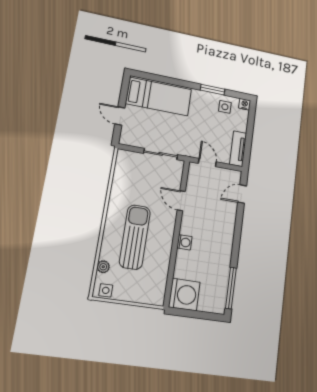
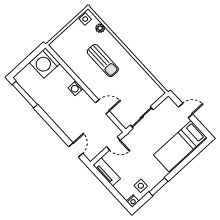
sun lounger: (135, 237) -> (103, 61), width x0.73, depth x0.75

